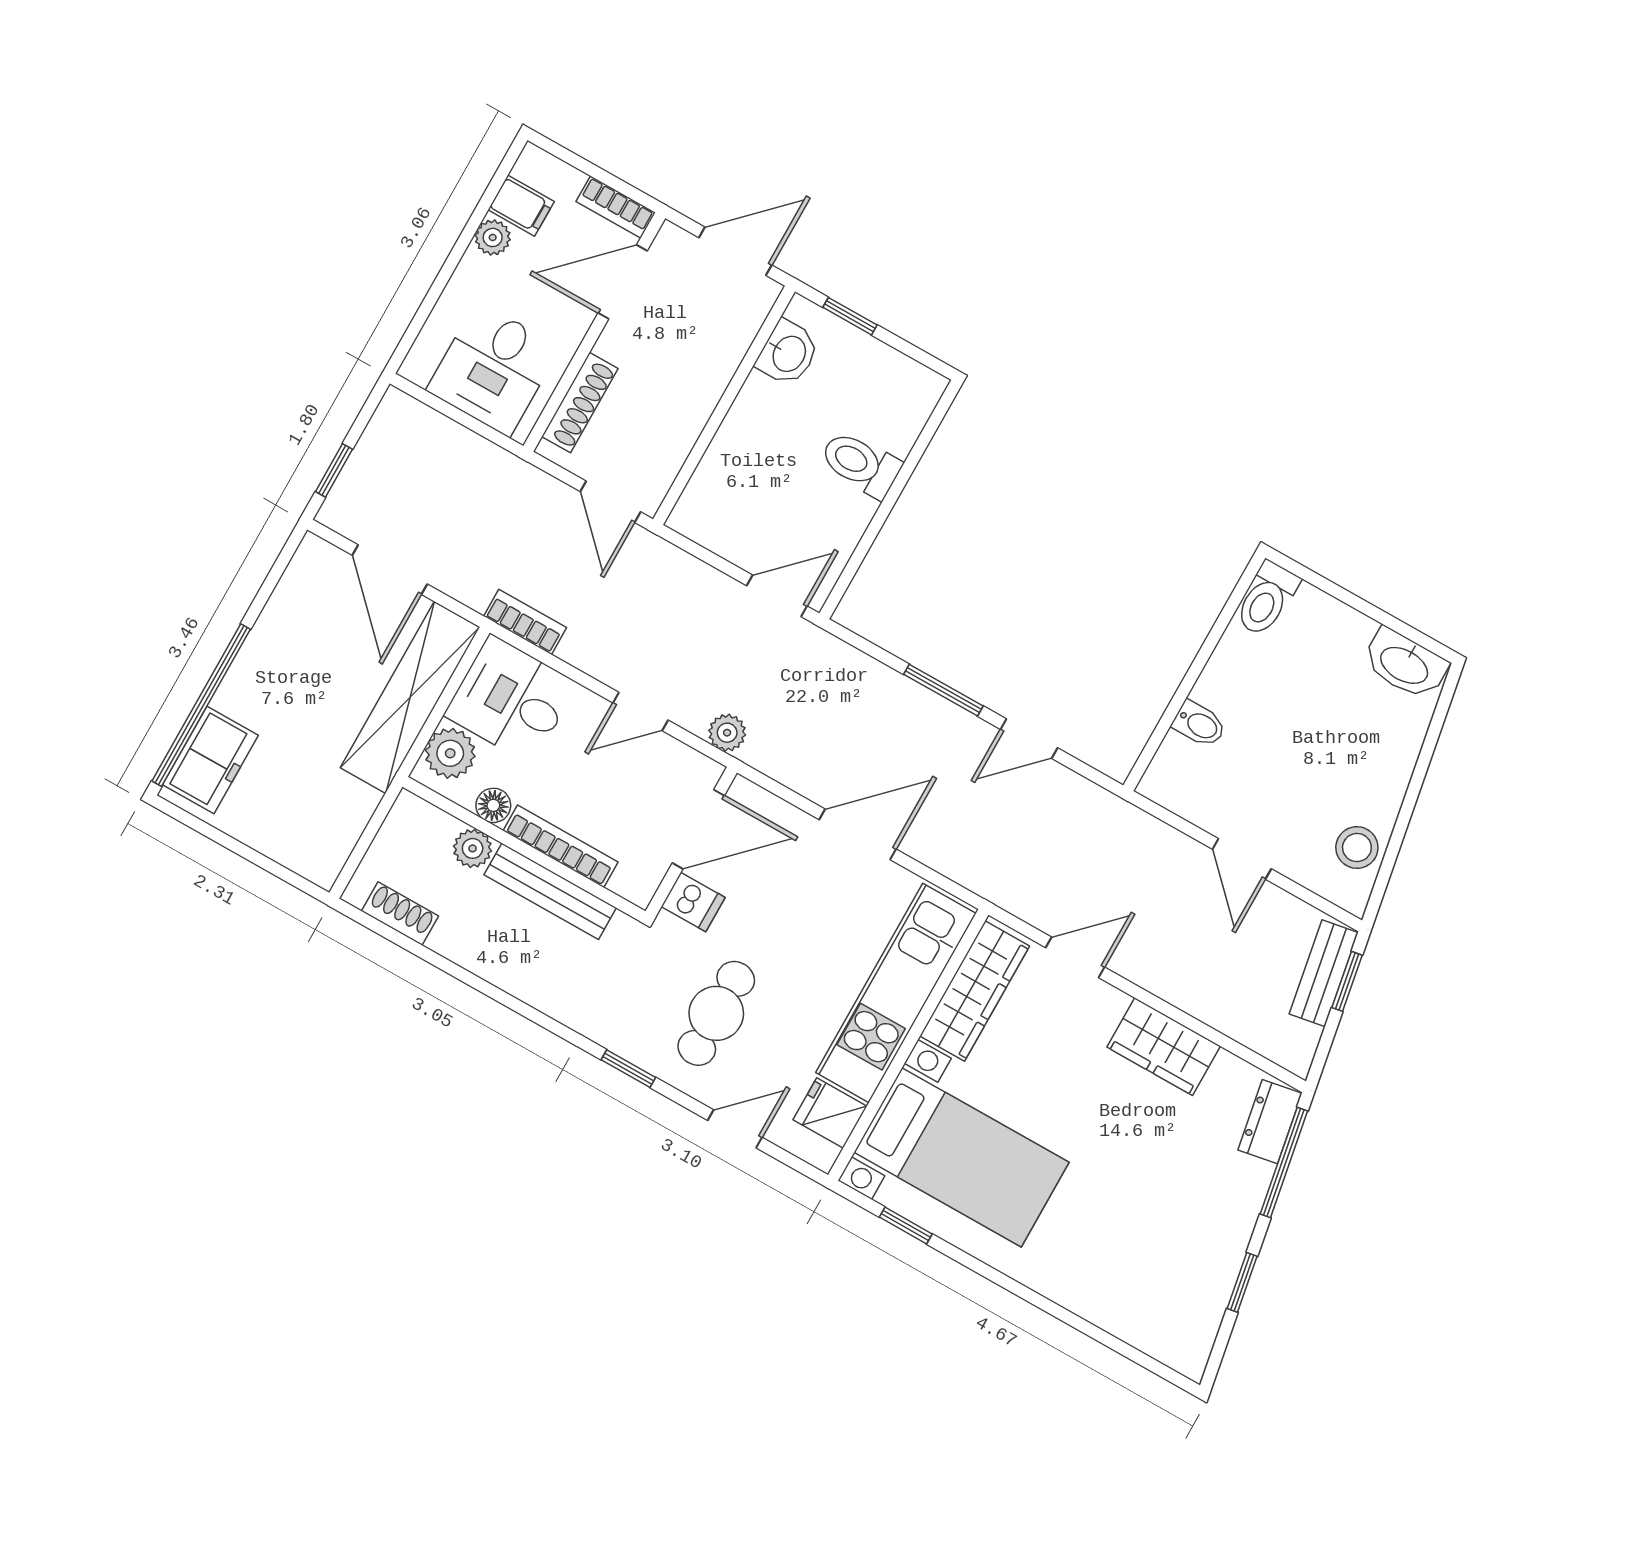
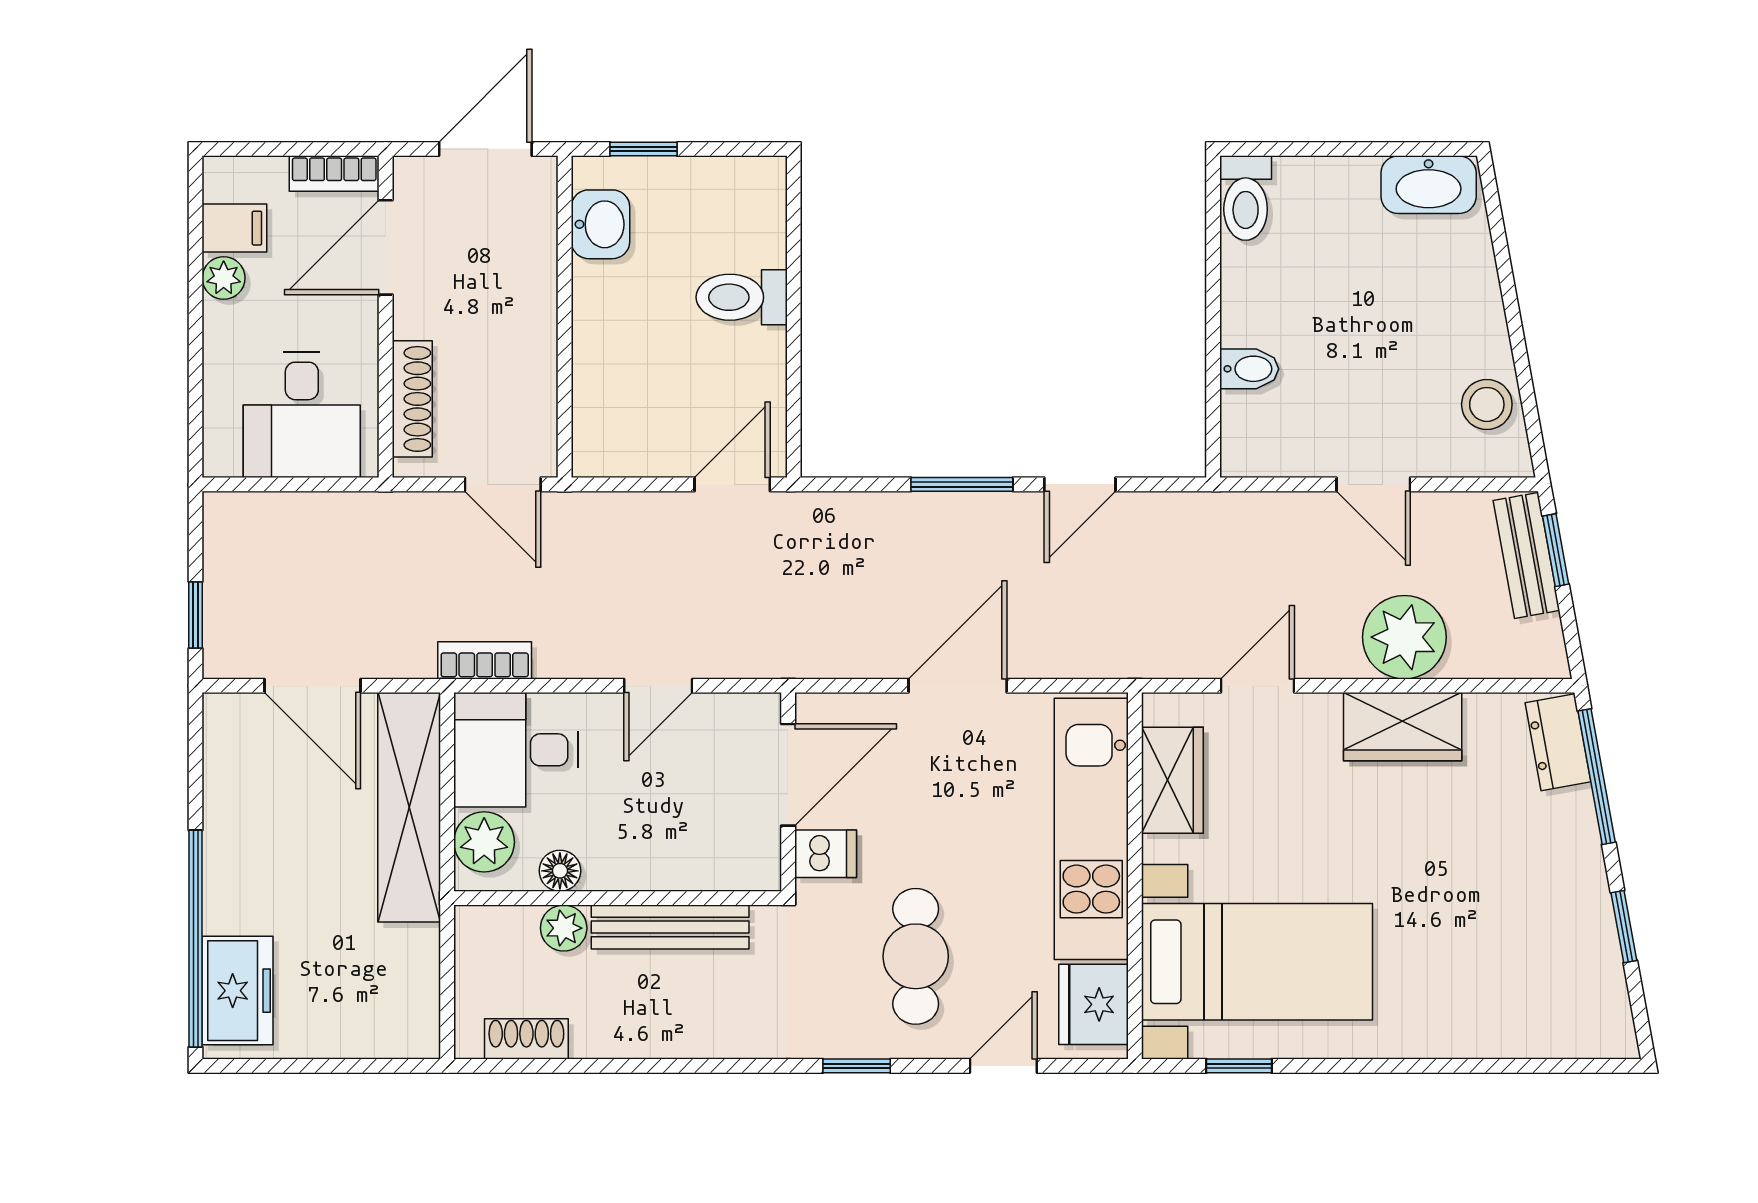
plant: (727, 733) -> (1404, 637), moved, width x1.87, depth x1.87
bookcase: (561, 846) -> (654, 874), removed
wardrobe: (975, 991) -> (1172, 780), width x0.67
fridge: (830, 1113) -> (1093, 1004), width x1.38

